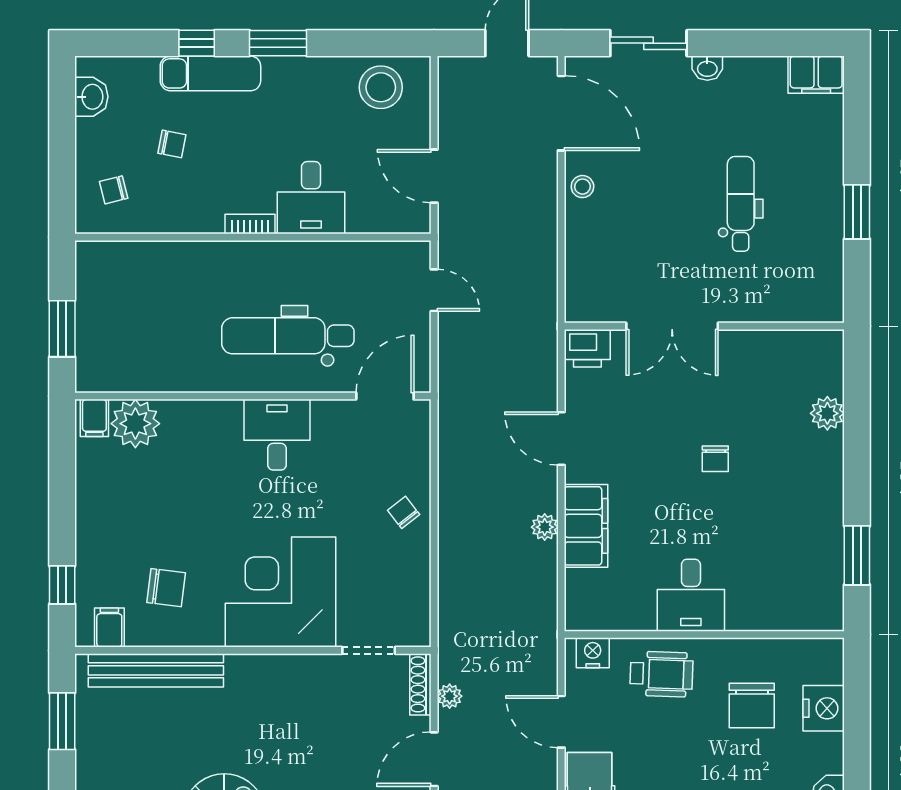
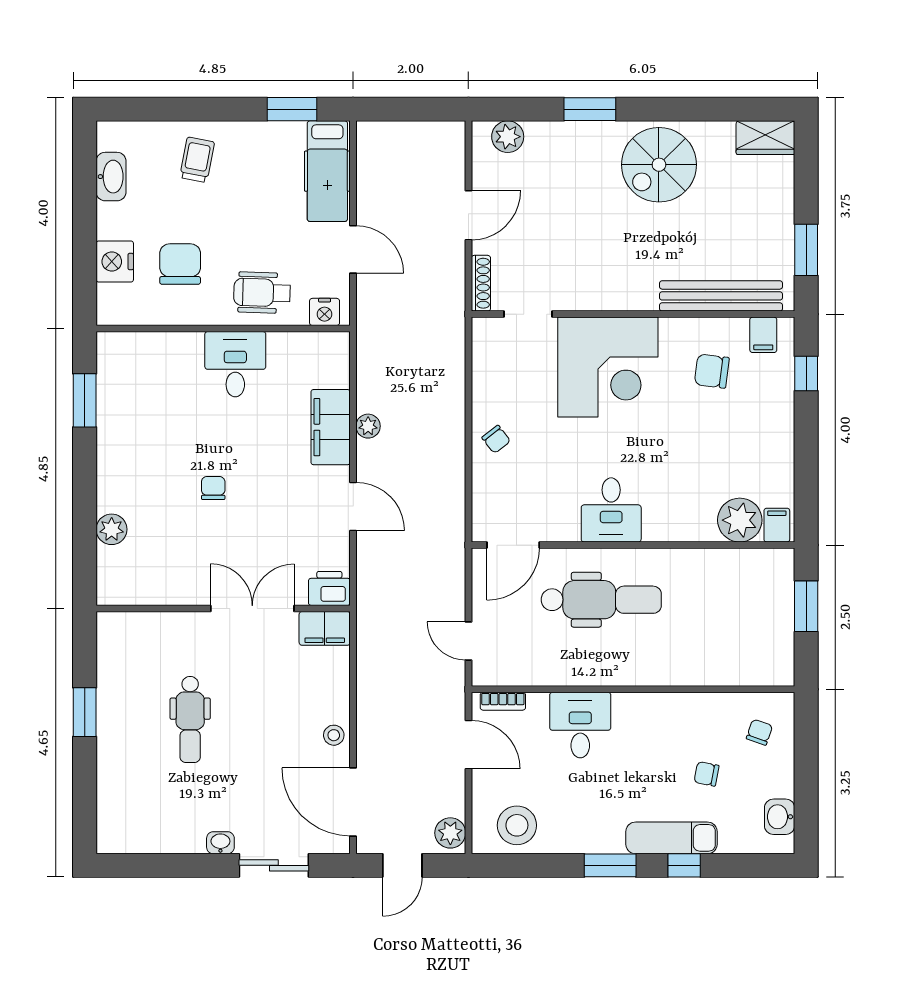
filing cabinet: (816, 75) -> (325, 628), moved, turned 180
chair: (114, 190) -> (759, 732), turned -57
bookcase: (250, 224) -> (503, 701), moved
plant: (450, 696) -> (450, 833), moved, width x1.38, depth x1.38

